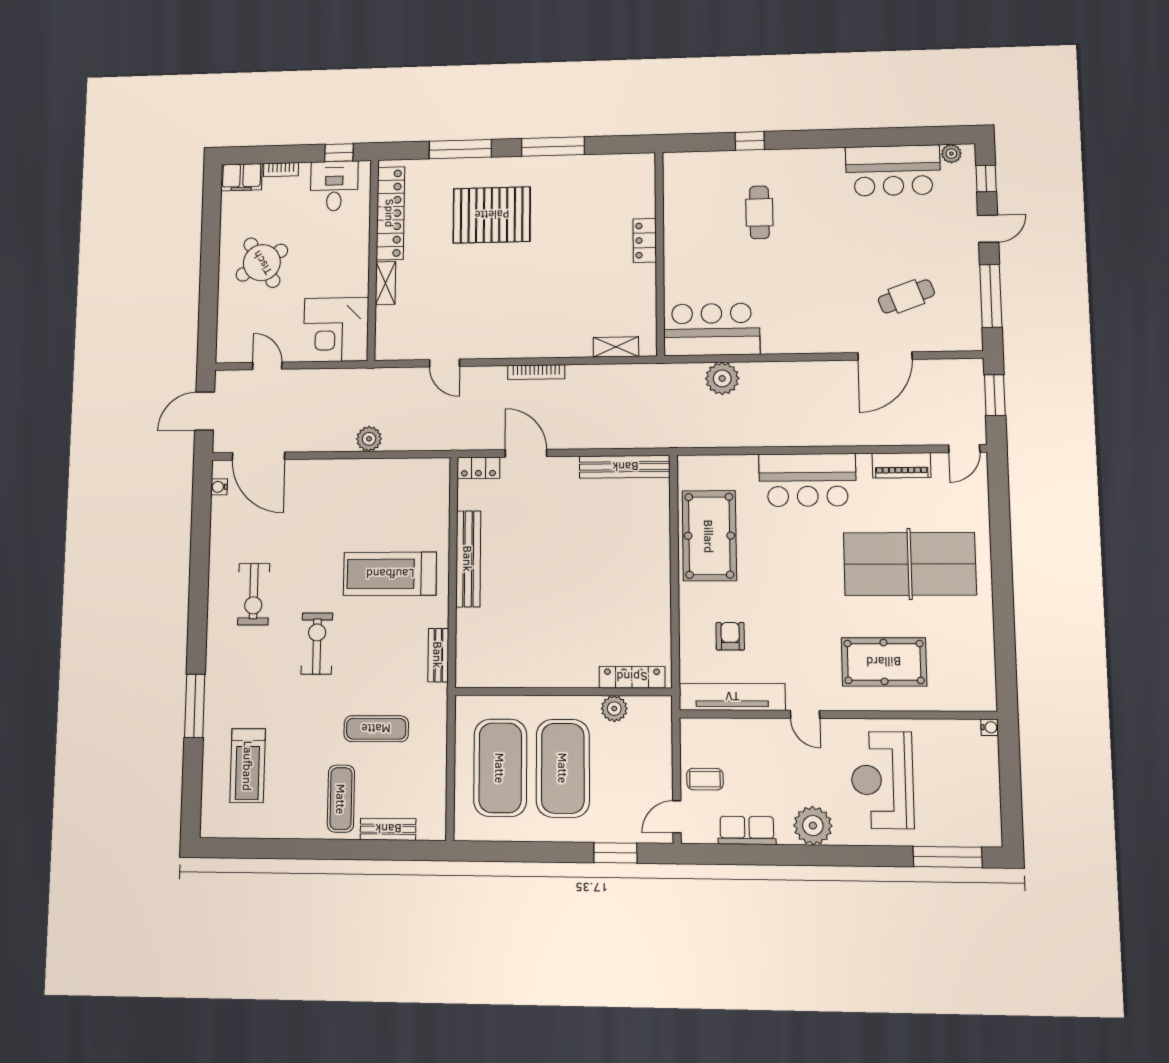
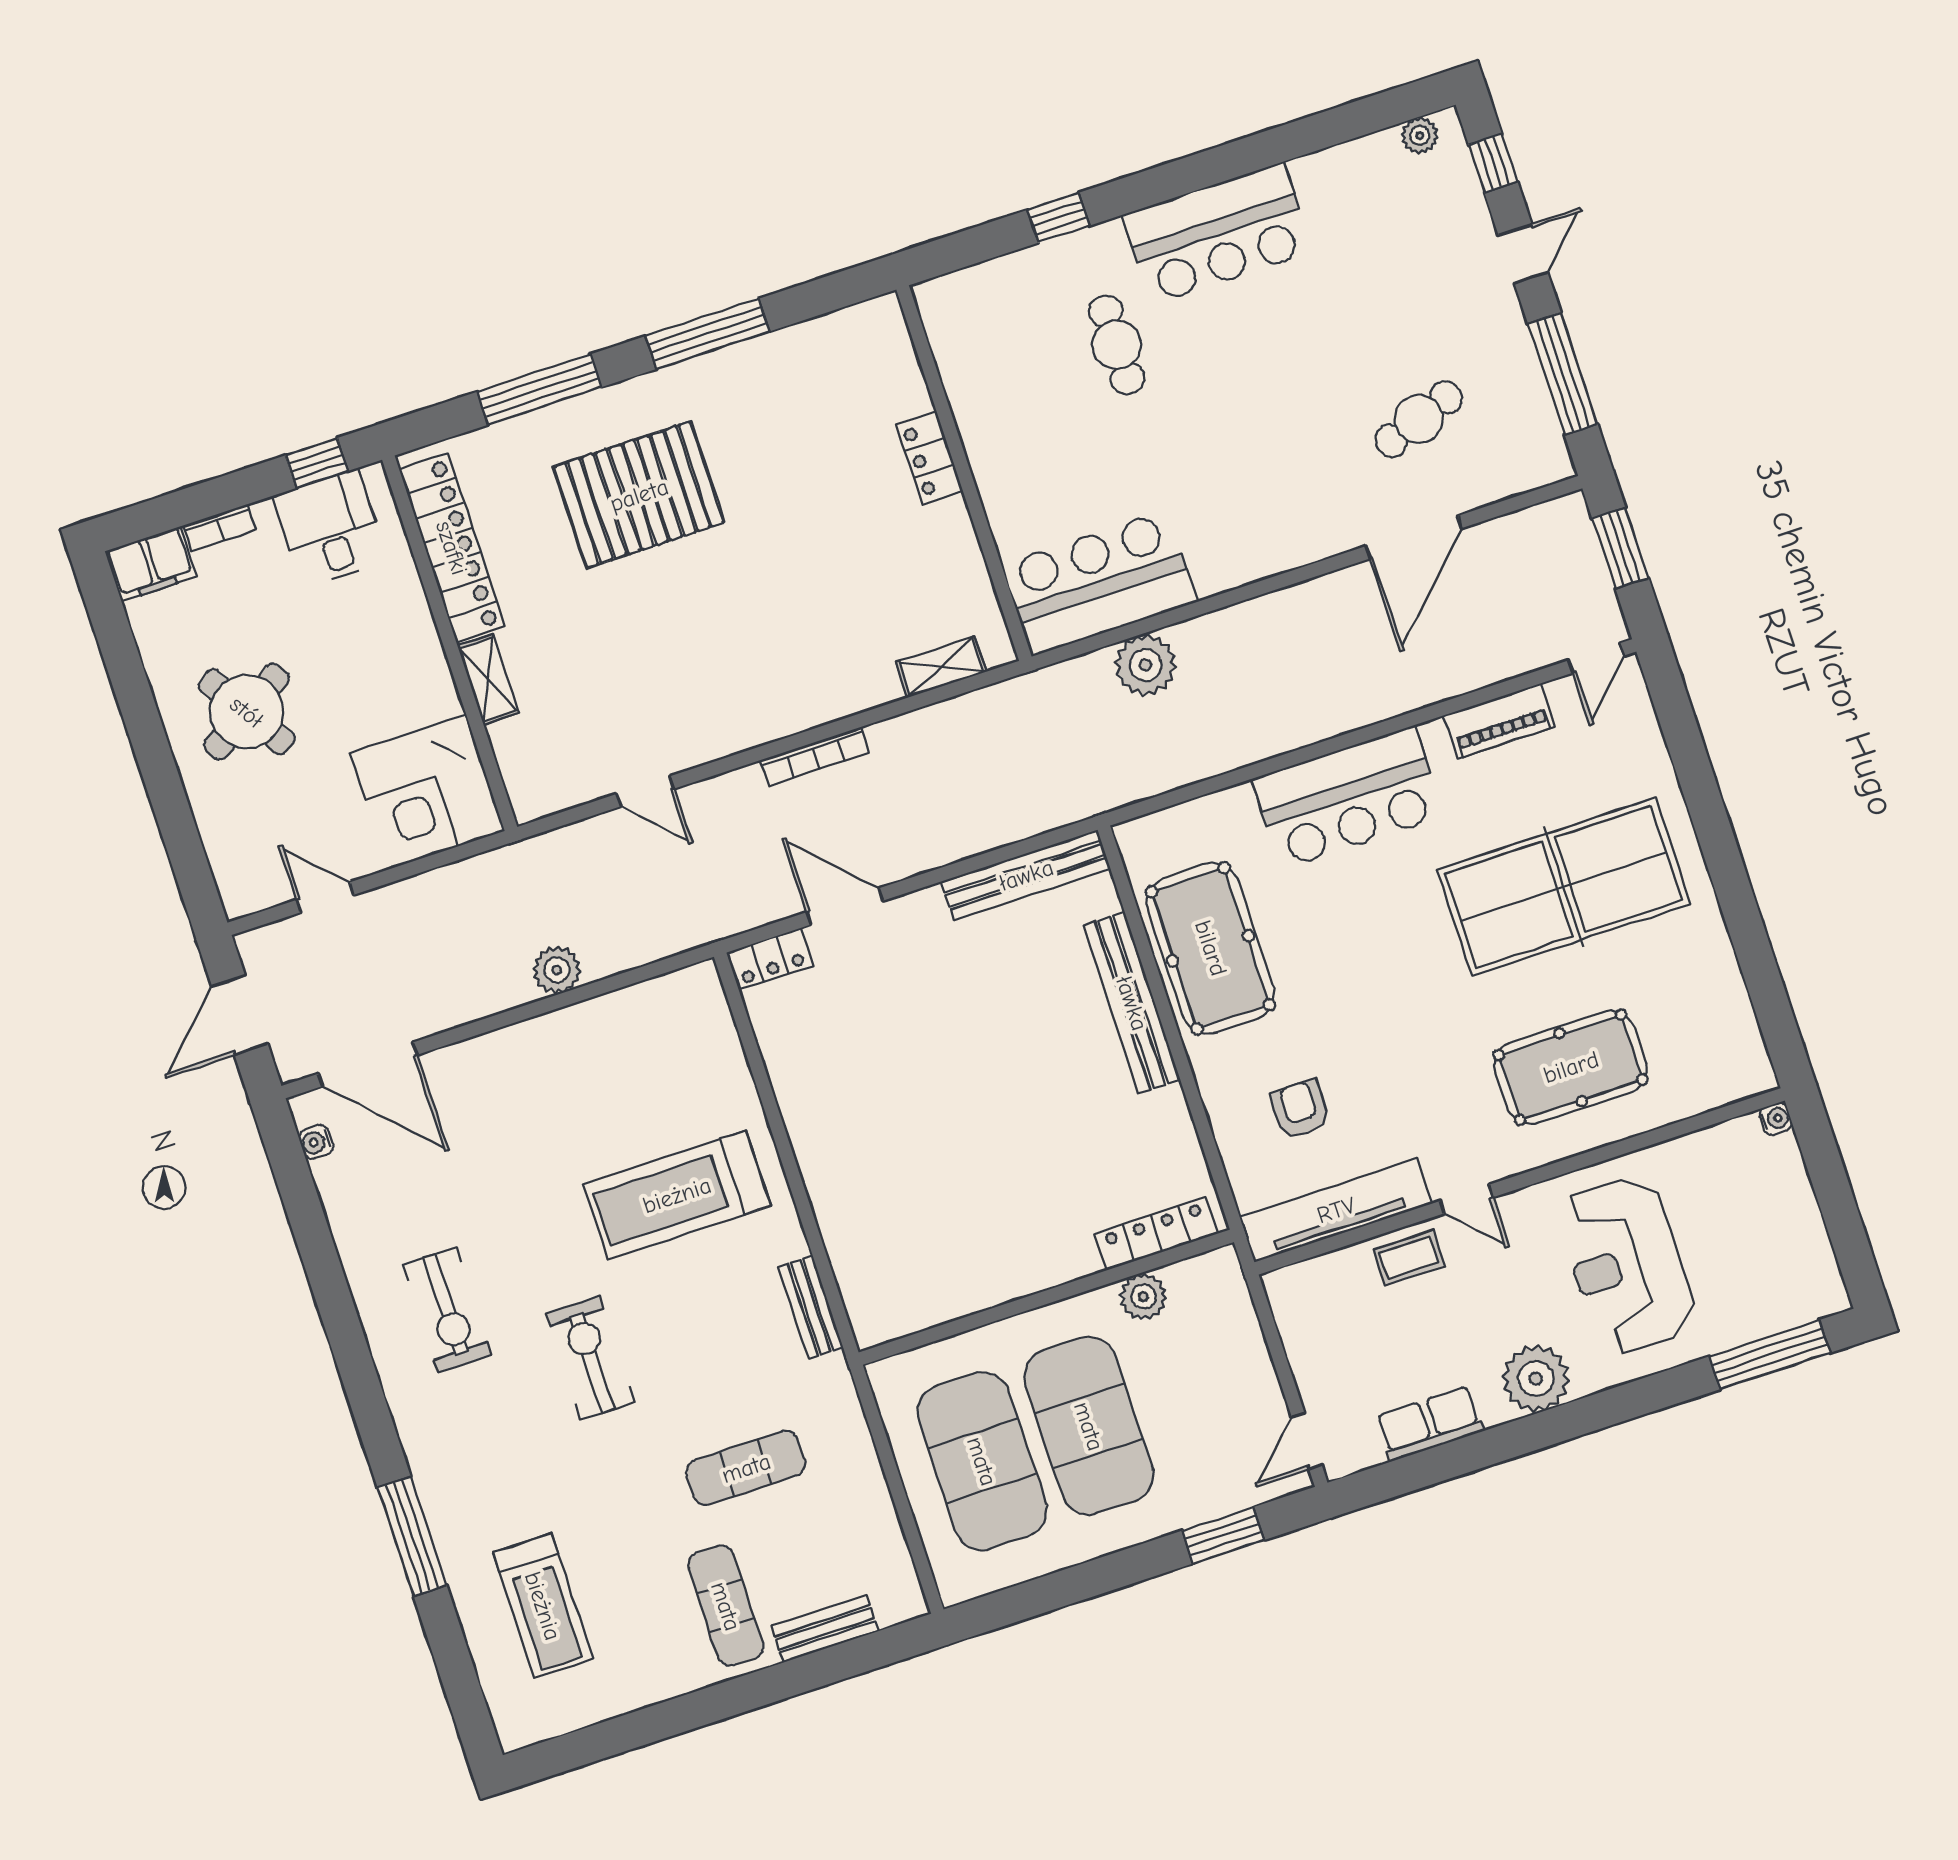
bar counter: (893, 170) -> (1217, 233), moved
bench: (468, 559) -> (1132, 1003), moved
coffee table: (705, 779) -> (1409, 1258), moved

